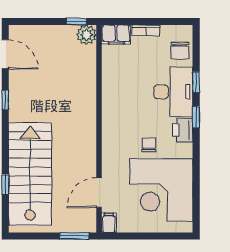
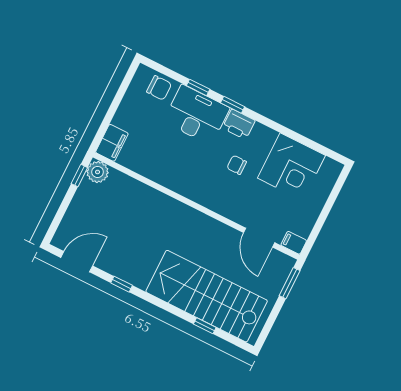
bookcase: (146, 30) -> (122, 111), removed
corner desk: (161, 190) -> (291, 167), width x0.74, depth x0.74

